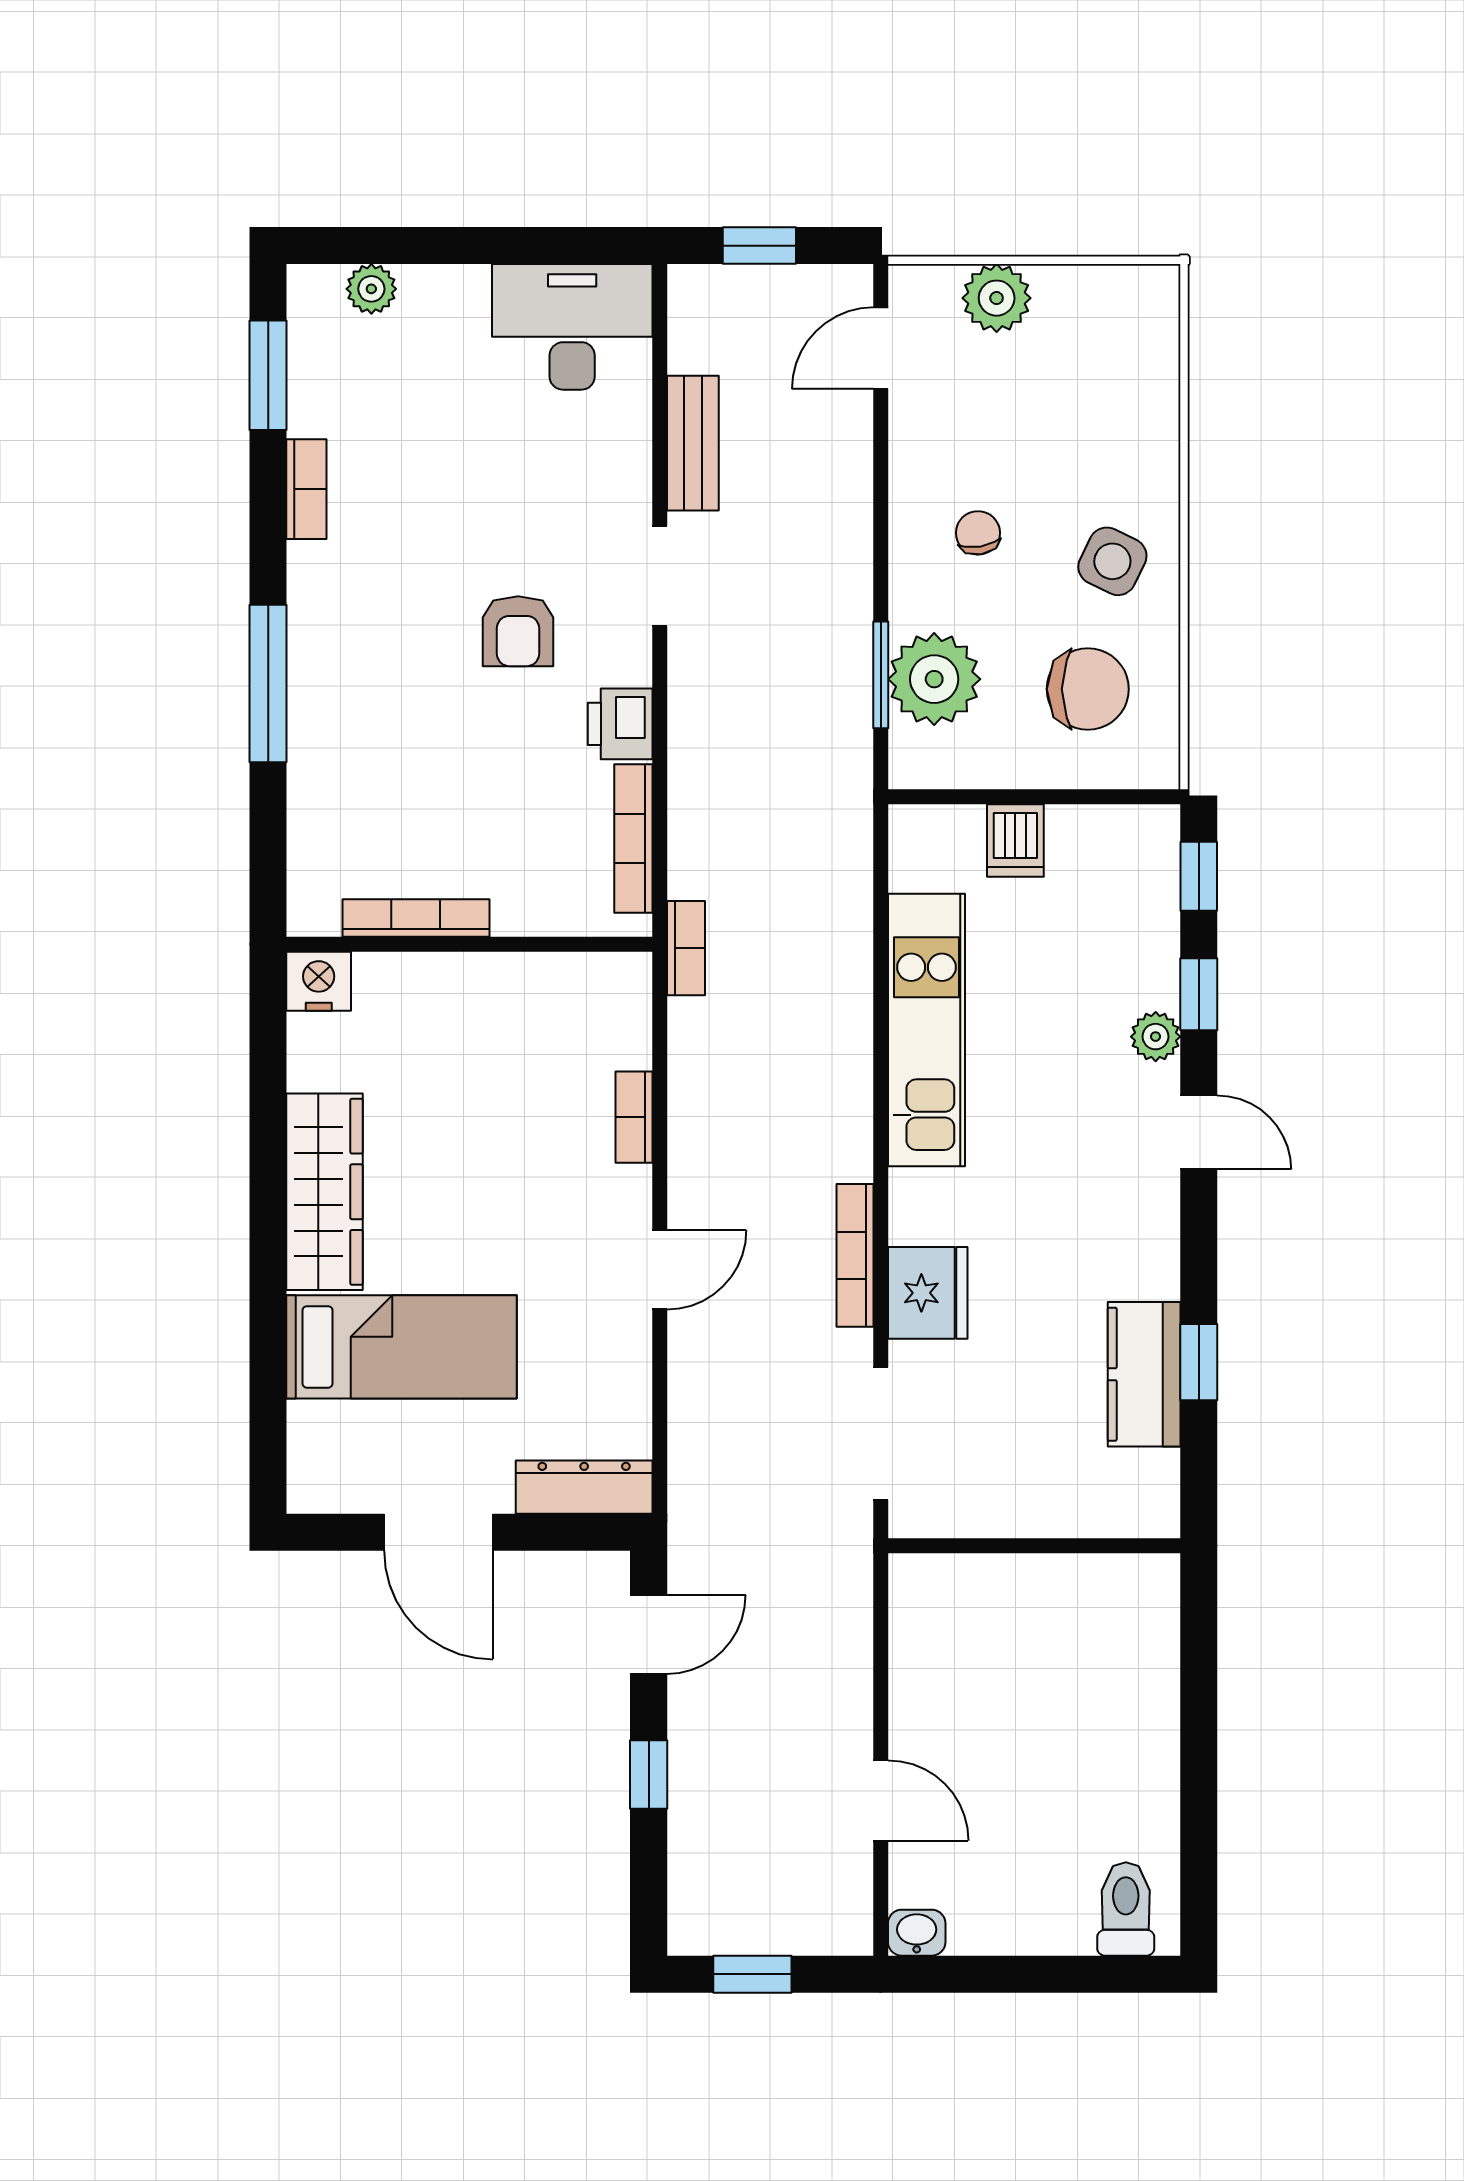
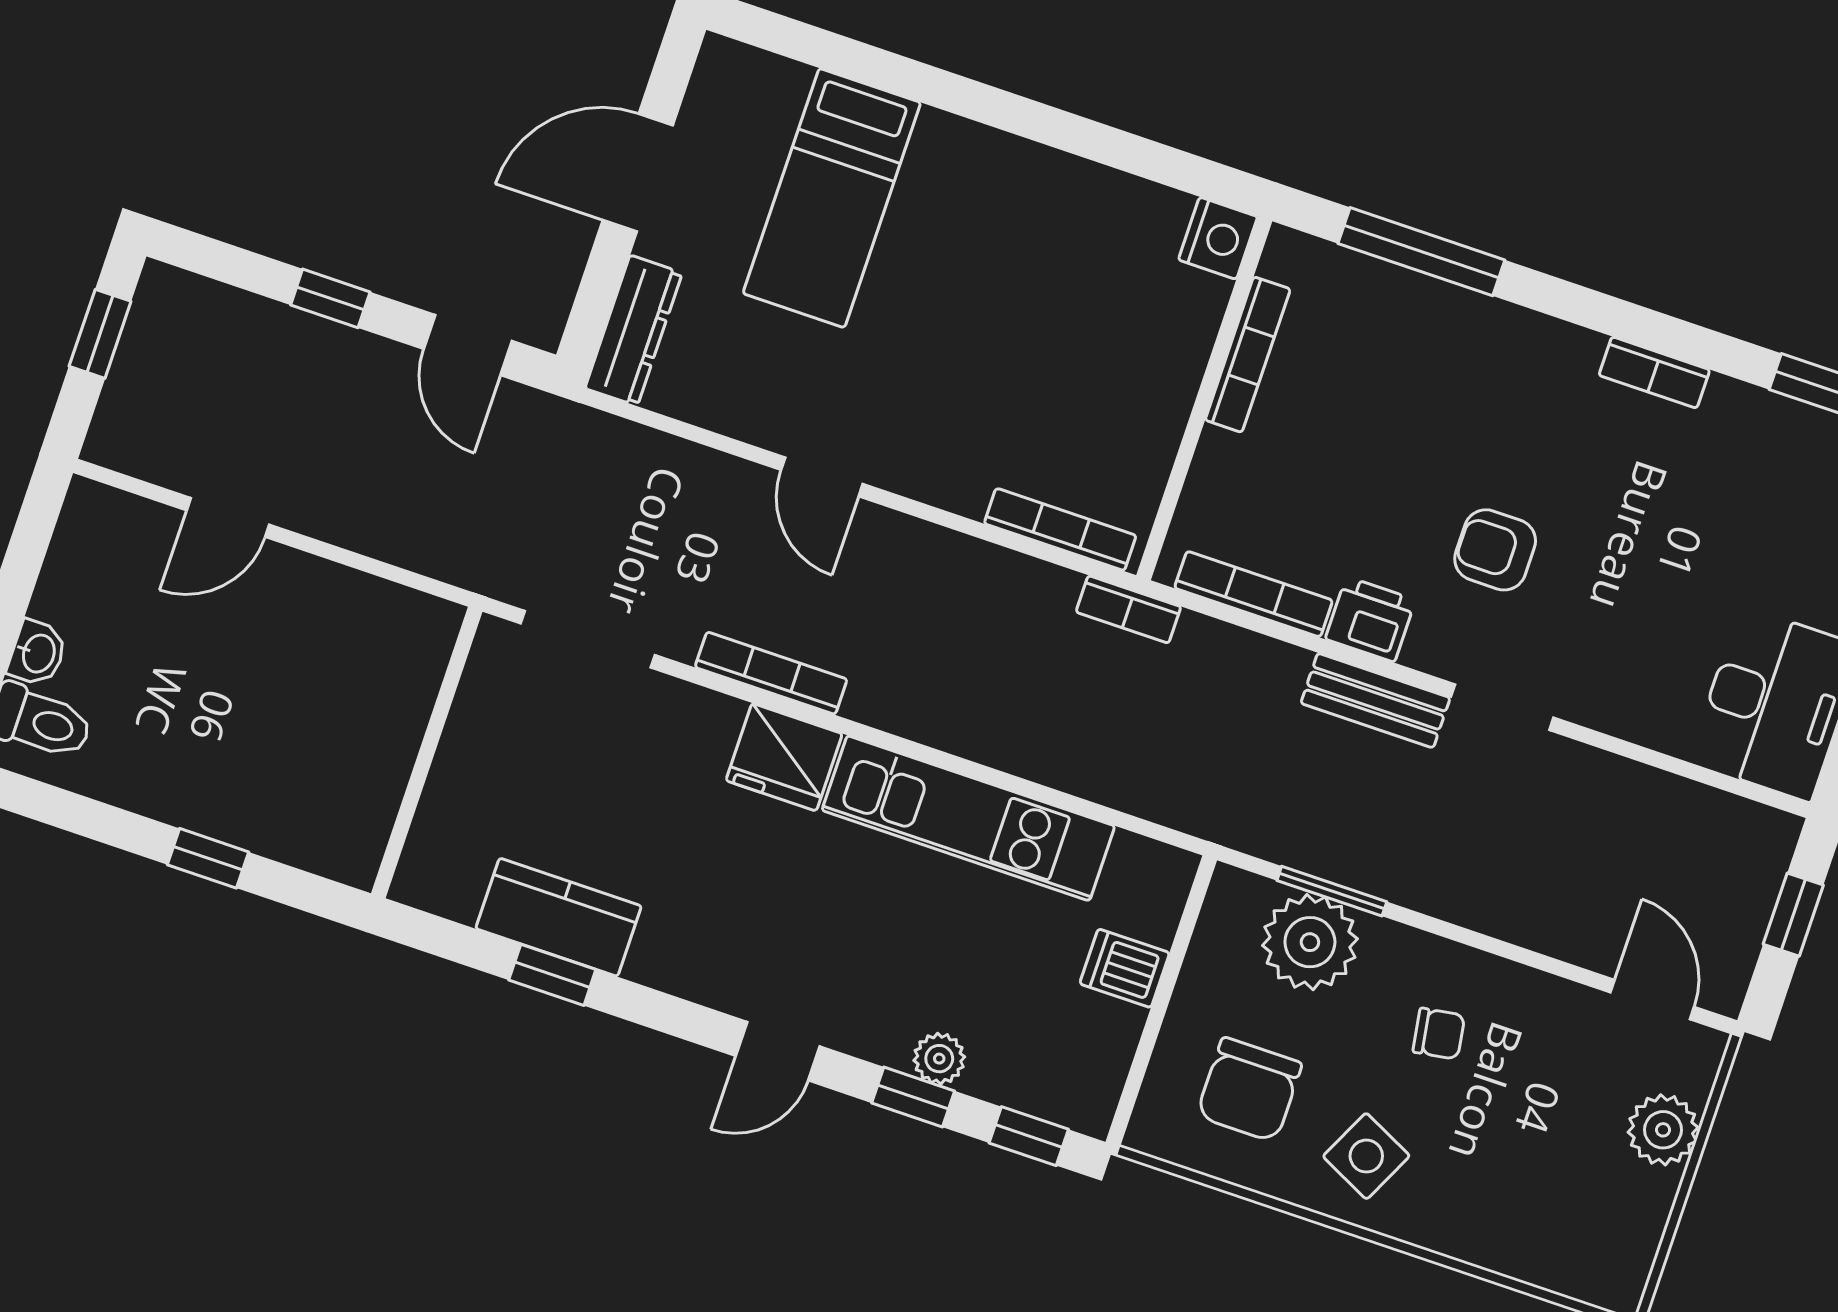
bench: (693, 443) -> (1375, 700), moved
bookcase: (306, 489) -> (1654, 372), moved
window: (268, 684) -> (1421, 252), moved
plant: (1156, 1037) -> (939, 1059), moved
bookcase: (634, 1117) -> (1060, 529), moved, width x1.56
wardrobe: (324, 1192) -> (1010, 174), removed
fridge: (928, 1293) -> (784, 757), moved
window: (1199, 1713) -> (208, 858), added
washbasin: (917, 1933) -> (37, 653), moved

